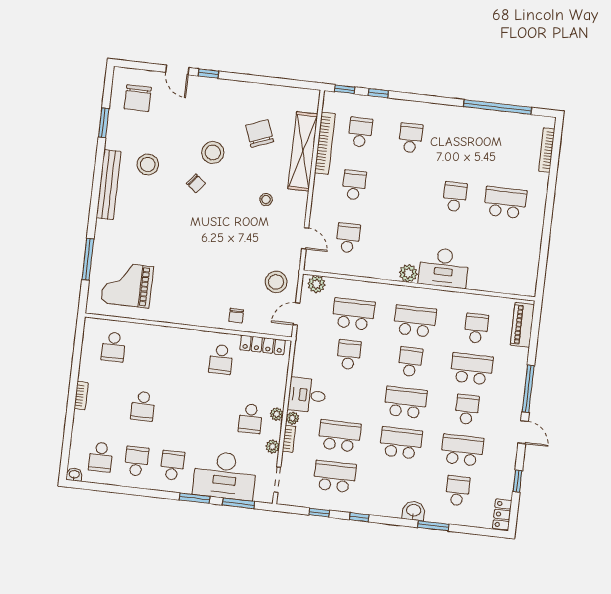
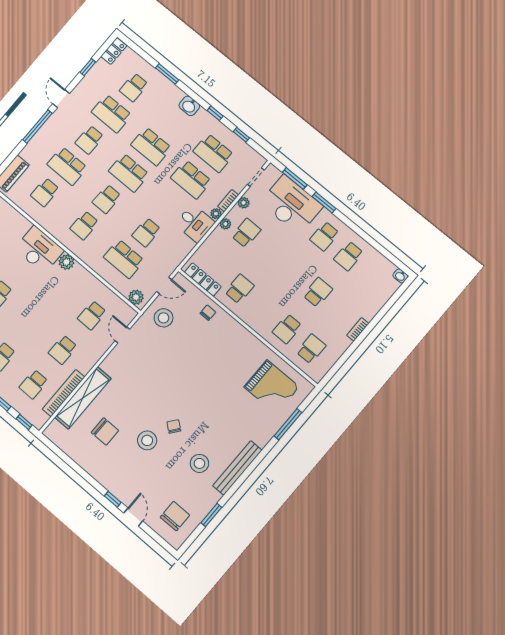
chair: (260, 133) -> (105, 431), turned -69
stool: (266, 200) -> (132, 381), removed
school desk: (415, 321) -> (84, 225), width x0.54
school desk: (101, 457) -> (287, 329), moved, turned 180
washbasin: (414, 511) -> (189, 106), moved

